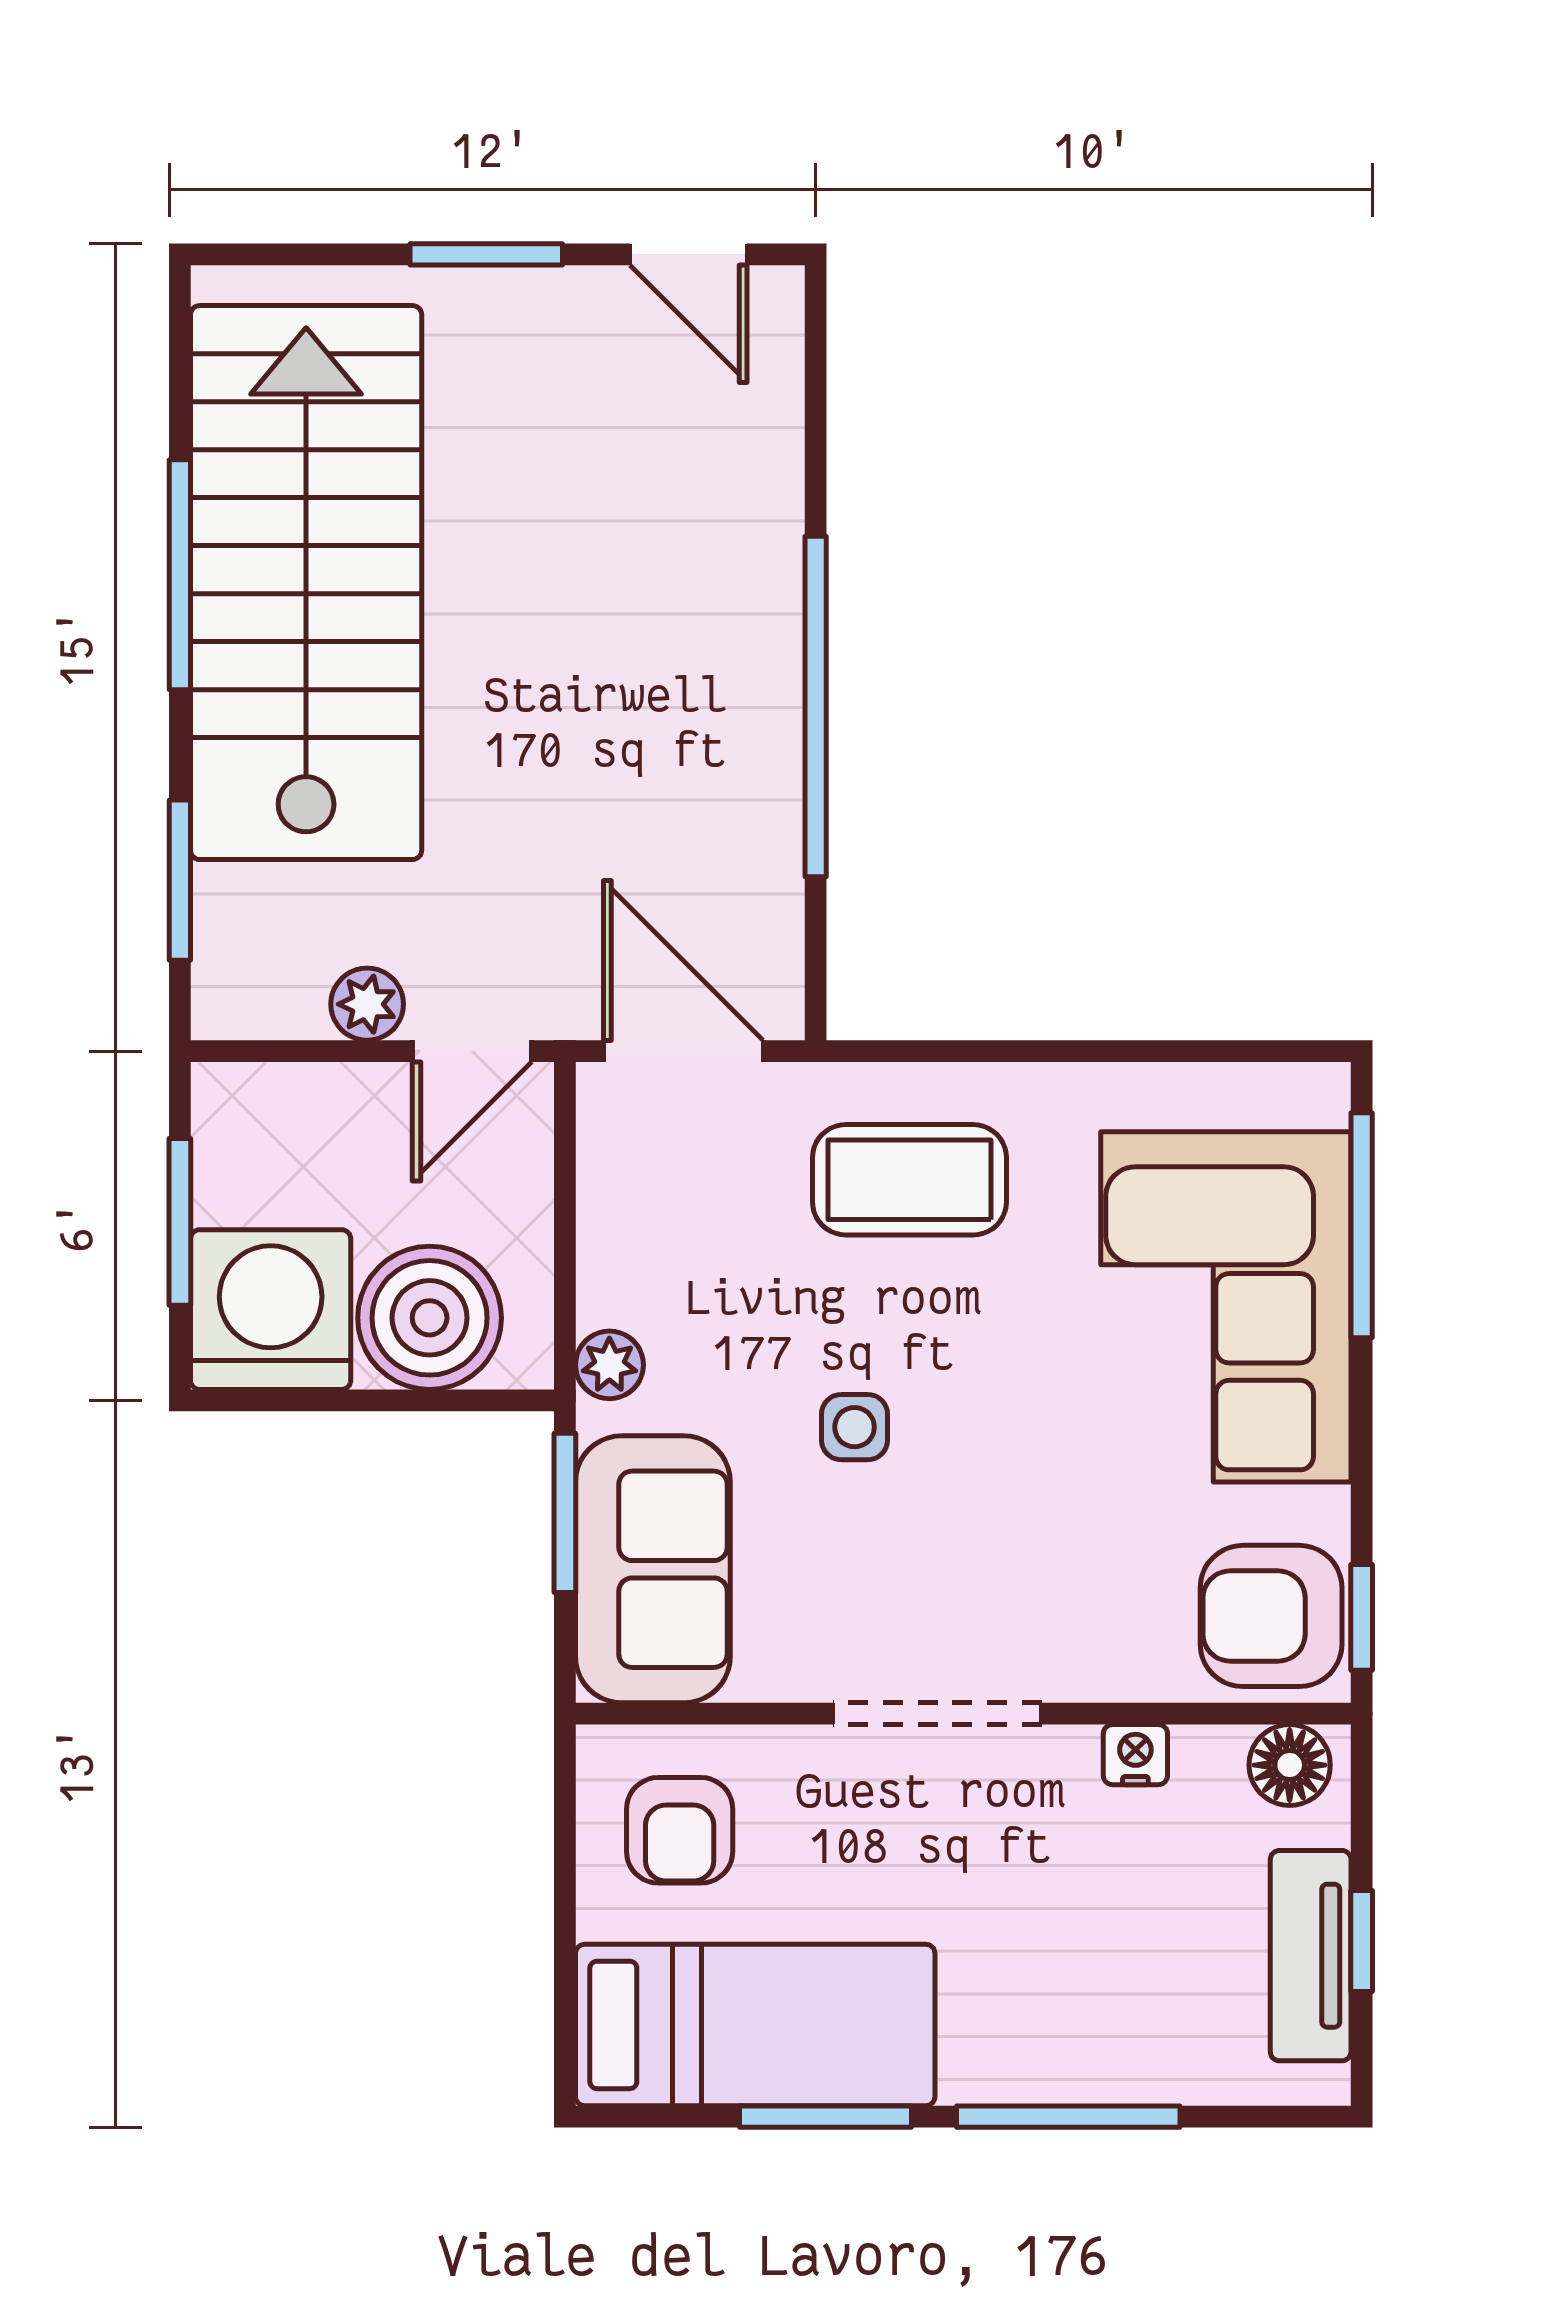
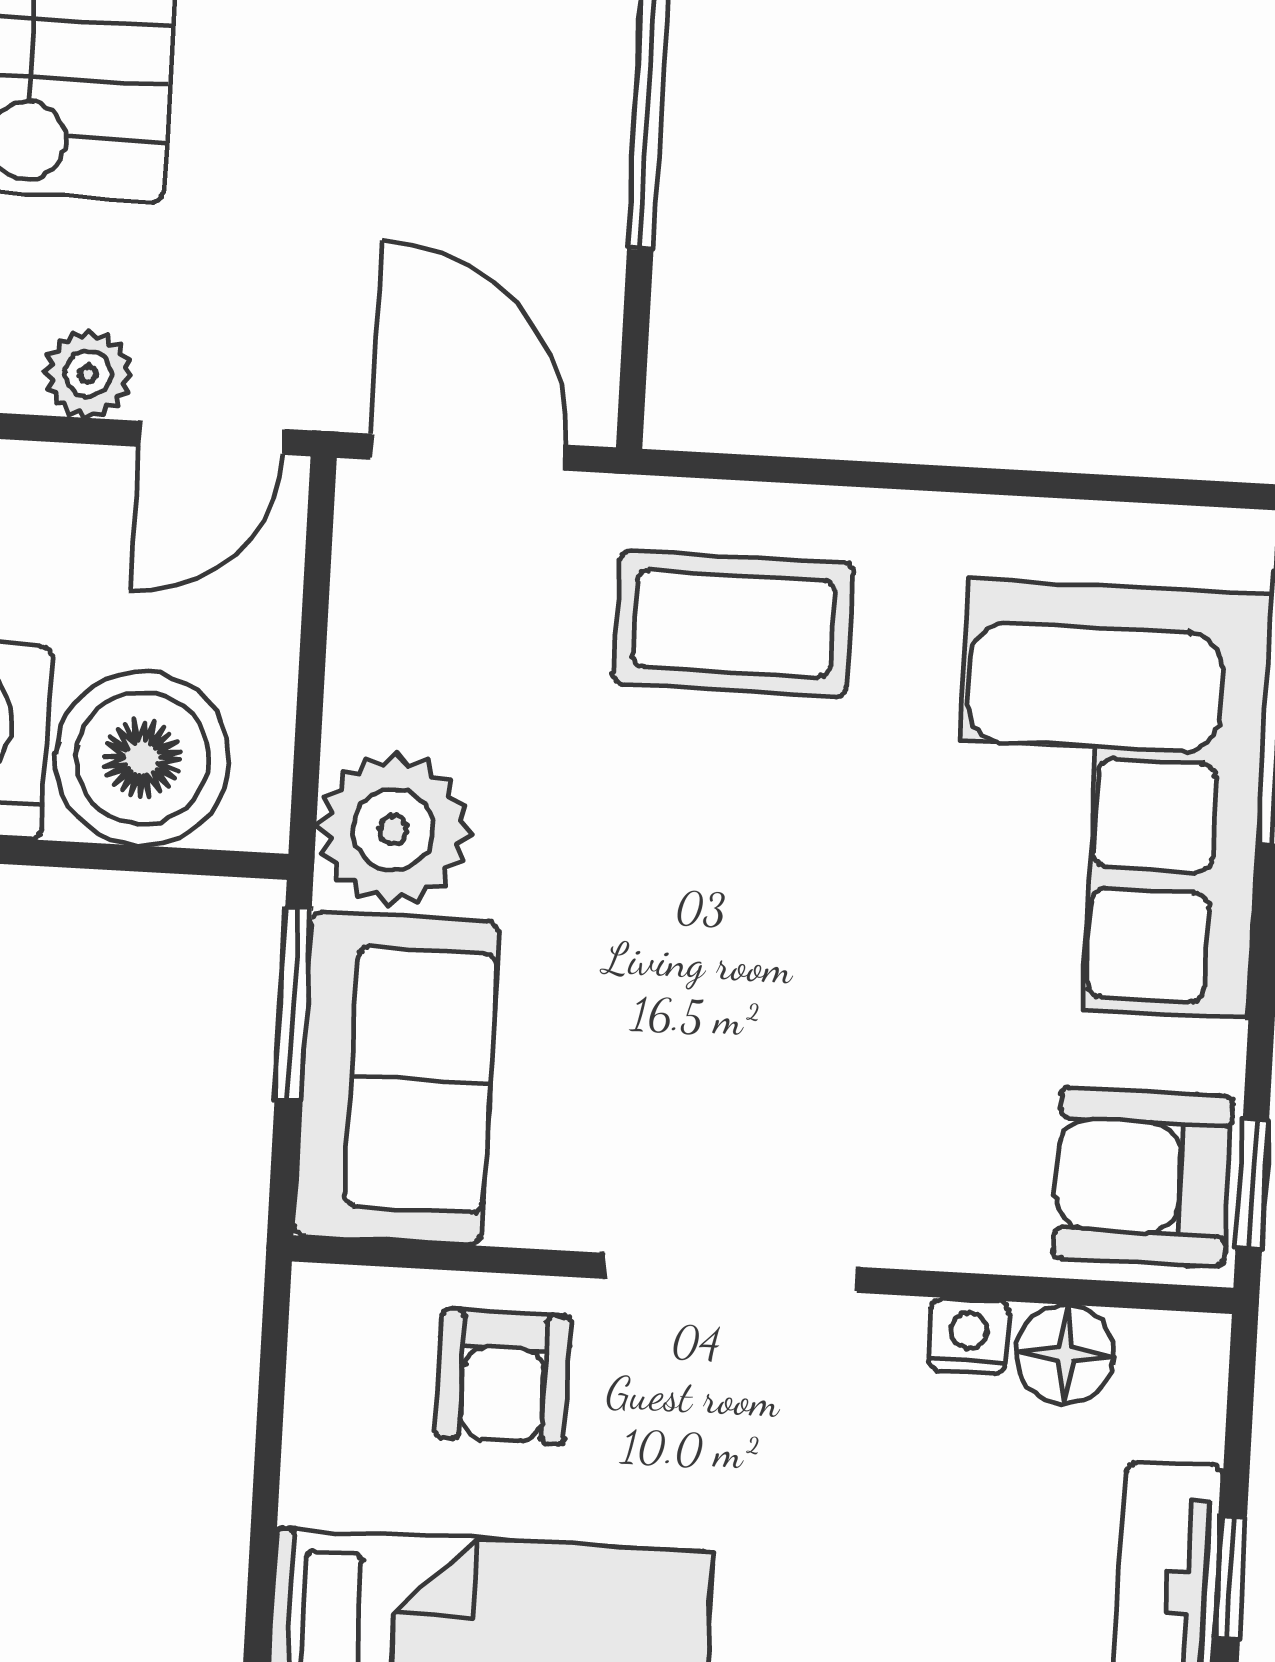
plant: (609, 1365) -> (393, 830), width x1.87, depth x1.87
side table: (855, 1427) -> (650, 920), removed
floor lamp: (1290, 1765) -> (1065, 1354), moved
armchair: (680, 1830) -> (503, 1377), moved

